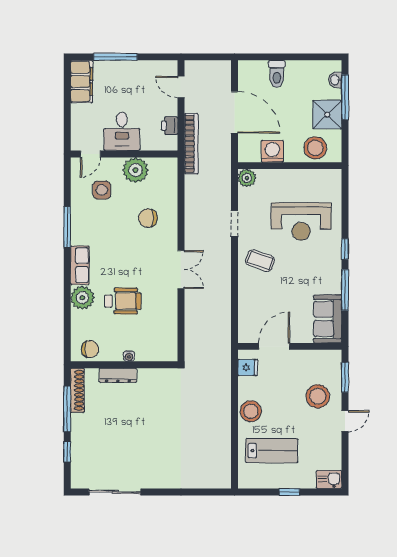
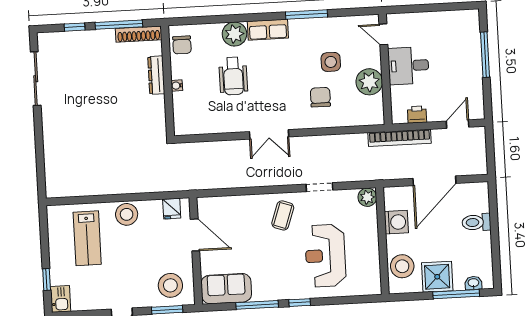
filing cabinet: (82, 82) -> (458, 21), removed
side table: (102, 190) -> (331, 62), moved
stool: (318, 396) -> (170, 285), moved
window: (289, 492) -> (47, 279), moved

